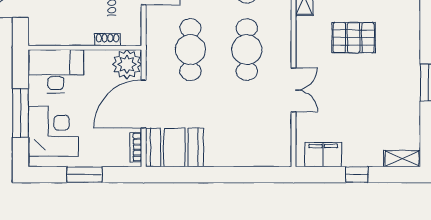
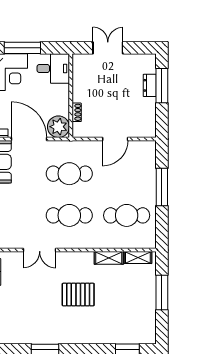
pallet: (354, 38) -> (78, 295), turned 90
desk: (56, 71) -> (53, 69), width x0.73

